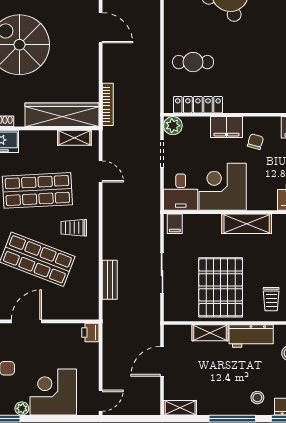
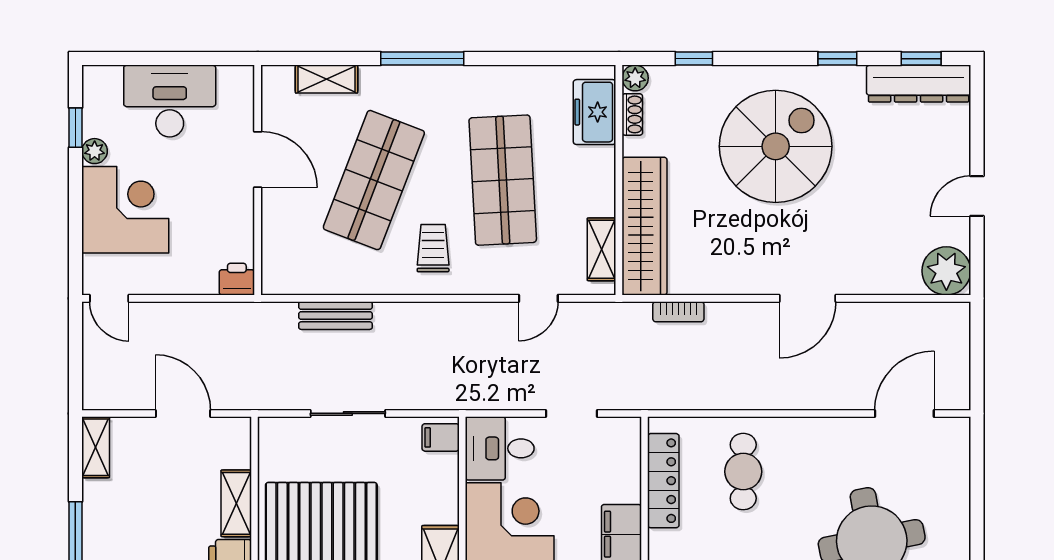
bookcase: (108, 104) -> (678, 312), width x0.64
plant: (173, 126) -> (624, 434), removed

